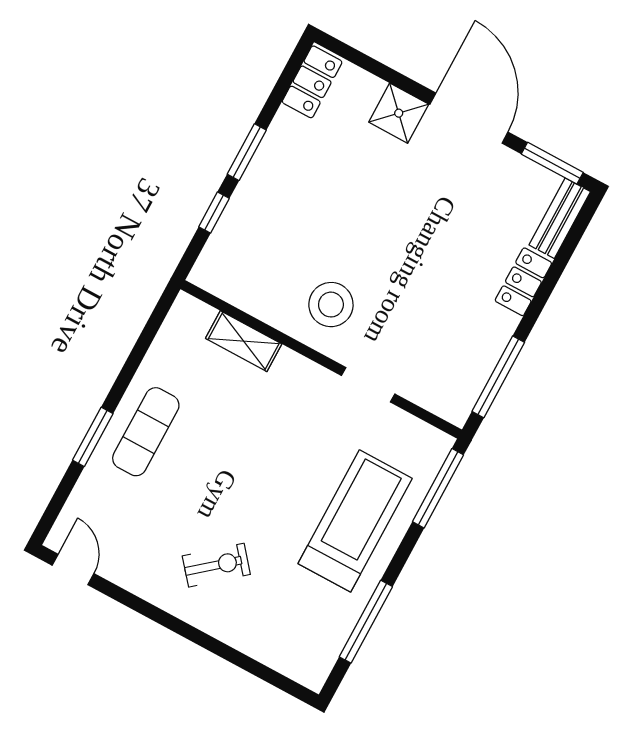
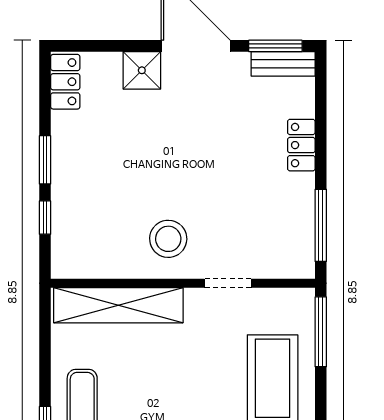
bench: (560, 218) -> (283, 64), moved, turned 90
shelving: (244, 341) -> (118, 305), width x2.20, depth x1.33

